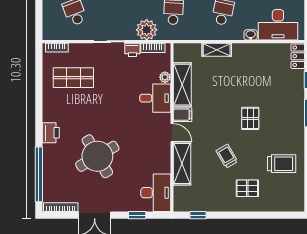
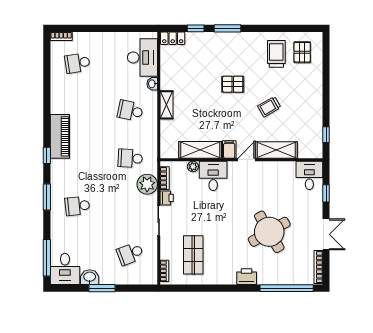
shelving: (217, 50) -> (166, 105), moved
pallet: (247, 188) -> (302, 52), moved
desk: (156, 193) -> (309, 175), width x0.73

